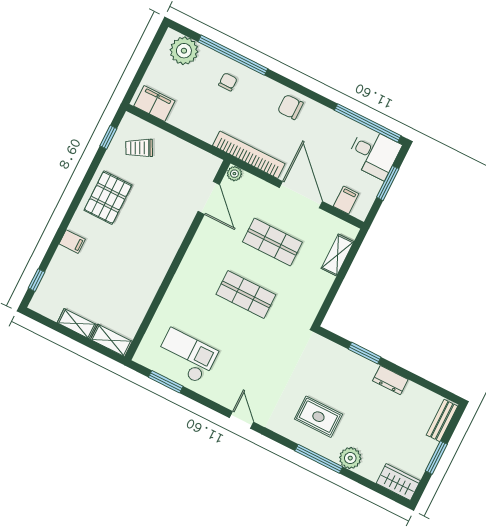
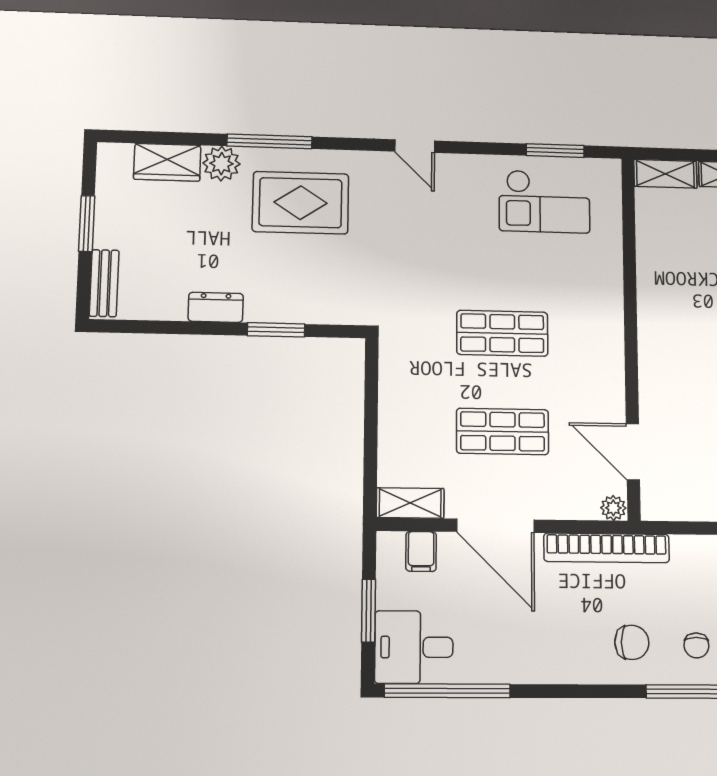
chair: (290, 107) -> (632, 642), moved
shelving: (338, 255) -> (410, 503), moved, turned 90
rug: (318, 417) -> (301, 203), width x1.36, depth x1.43
wardrobe: (398, 482) -> (167, 162), moved

